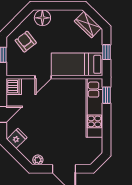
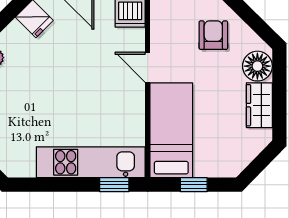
wardrobe: (88, 25) -> (259, 105), moved, turned -44
armchair: (26, 42) -> (213, 35), turned -52

